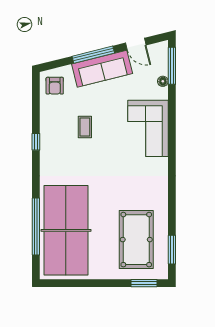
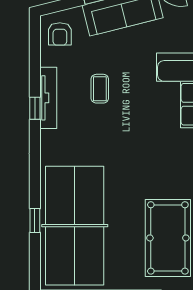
tv unit: (46, 134) -> (48, 98), added
window: (36, 227) -> (35, 221), width x0.32

